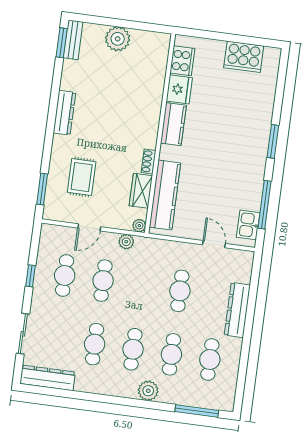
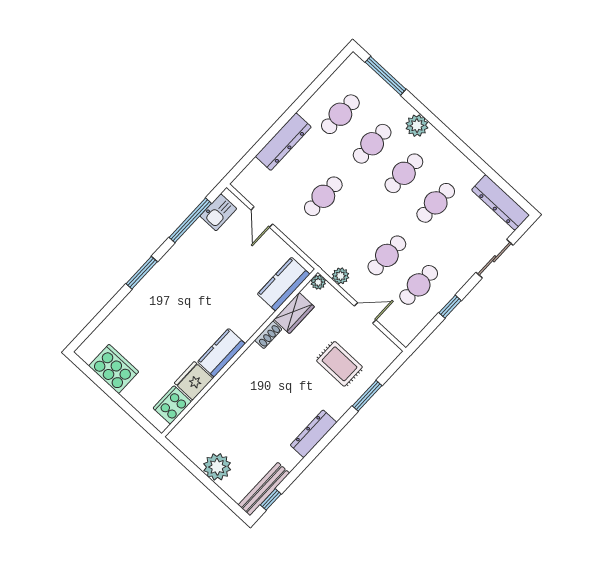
bench: (73, 40) -> (264, 489), width x1.36
window: (62, 43) -> (271, 499), width x0.67
rug: (82, 177) -> (339, 364), turned 90
window: (42, 189) -> (367, 396), moved
kitchen counter: (165, 195) -> (284, 284), width x0.67

